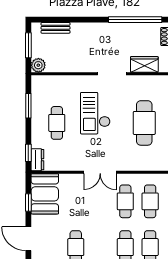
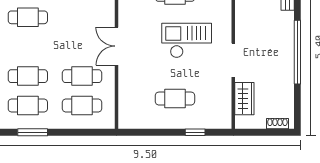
window: (135, 20) -> (297, 52), moved
cafe table: (144, 123) -> (175, 99), width x0.73, depth x0.74

